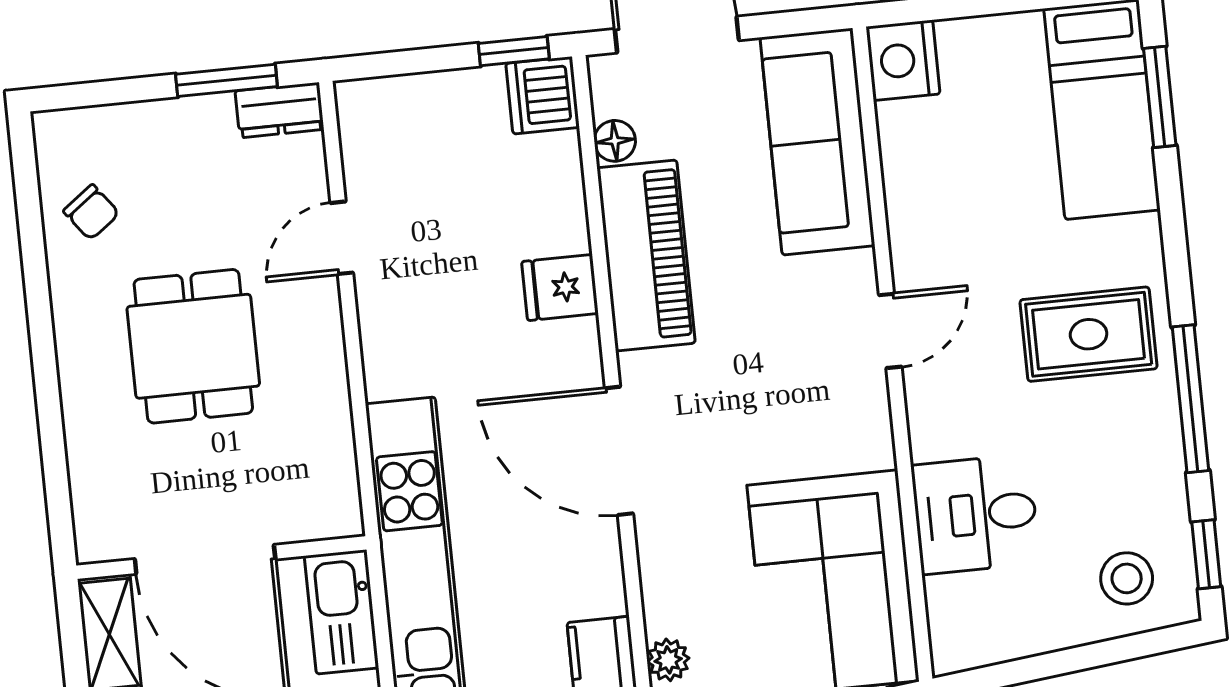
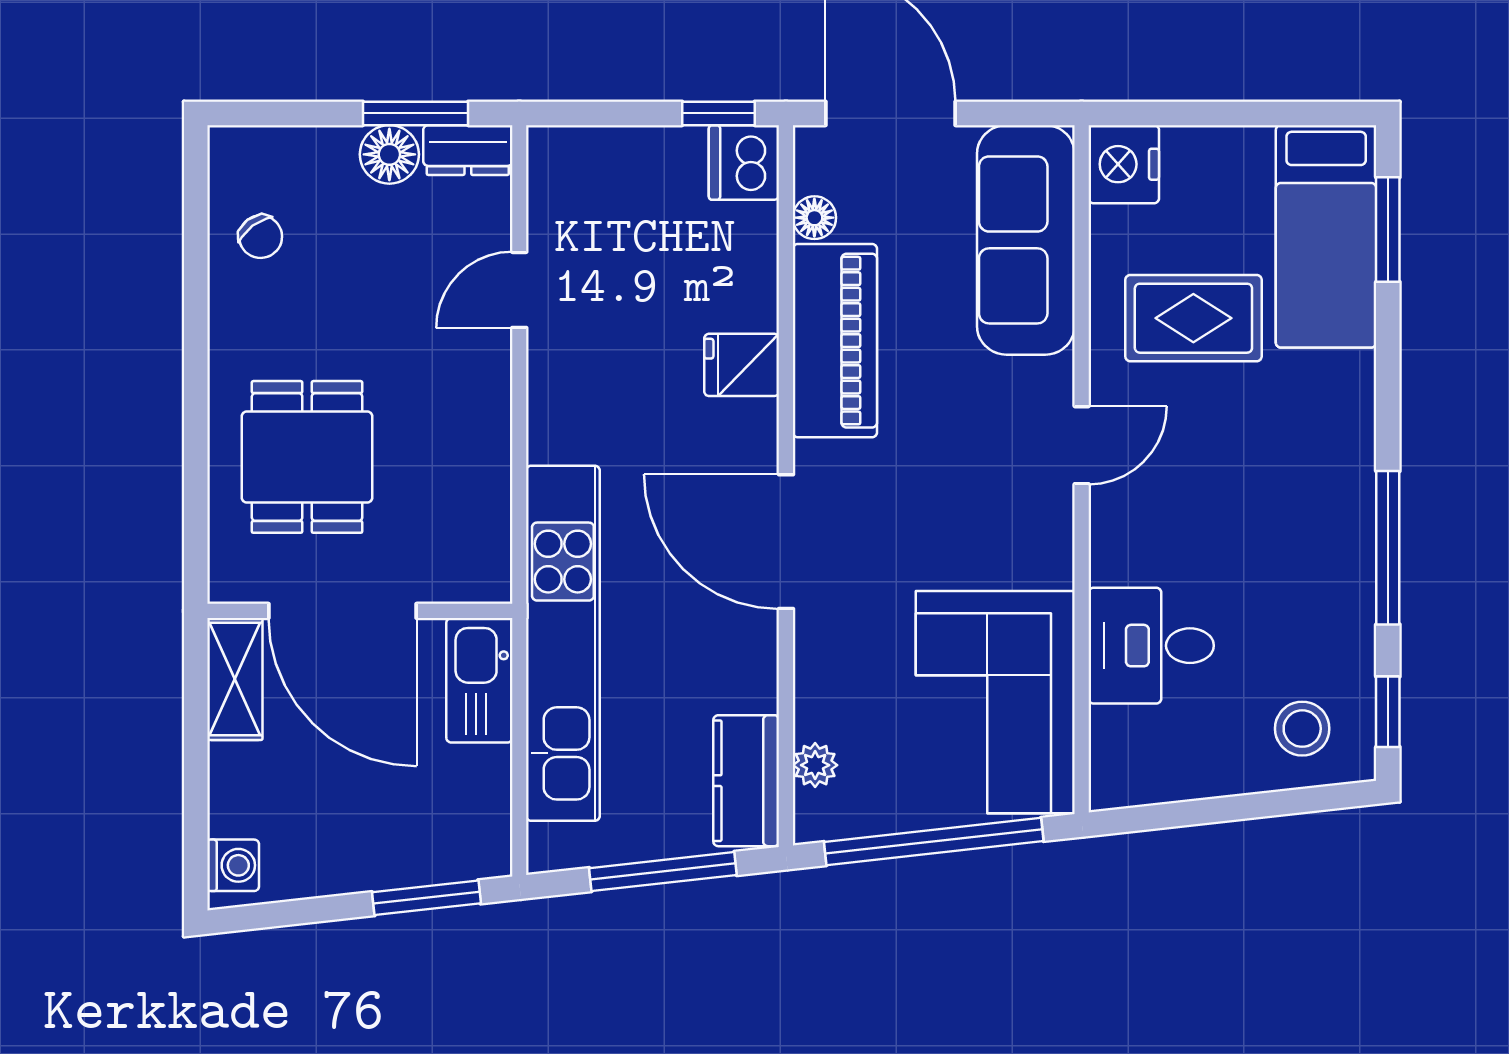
floor lamp: (206, 122) -> (389, 154), added
rug: (1089, 334) -> (1193, 318), moved
dining table: (193, 346) -> (307, 457), moved

